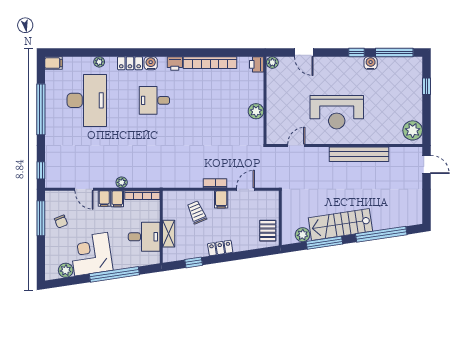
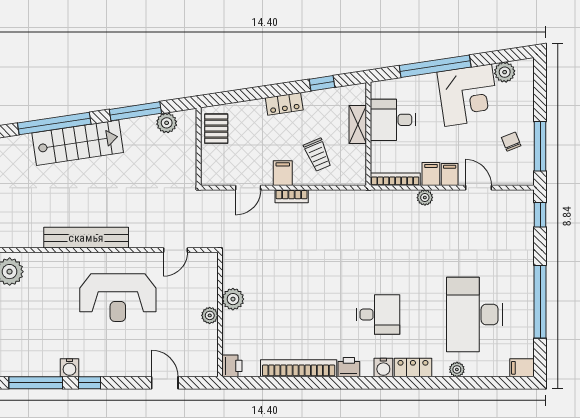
plant: (272, 62) -> (210, 315), moved
reception desk: (337, 112) -> (118, 298), turned 180
stairs: (340, 224) -> (78, 143), moved

